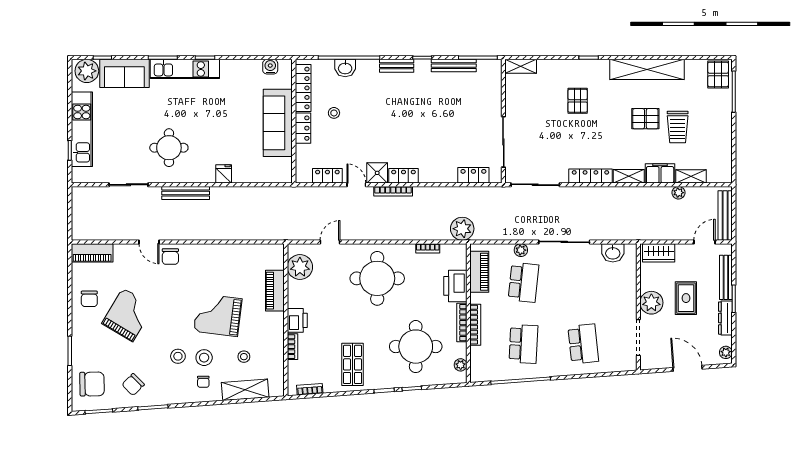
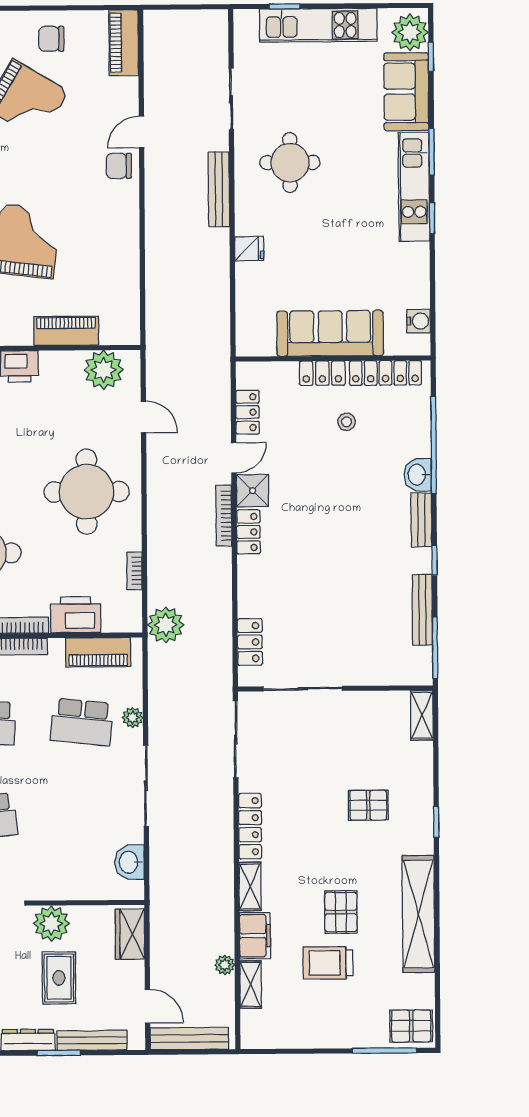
washbasin: (345, 68) -> (418, 475), moved
rug: (686, 298) -> (59, 978), turned 90

